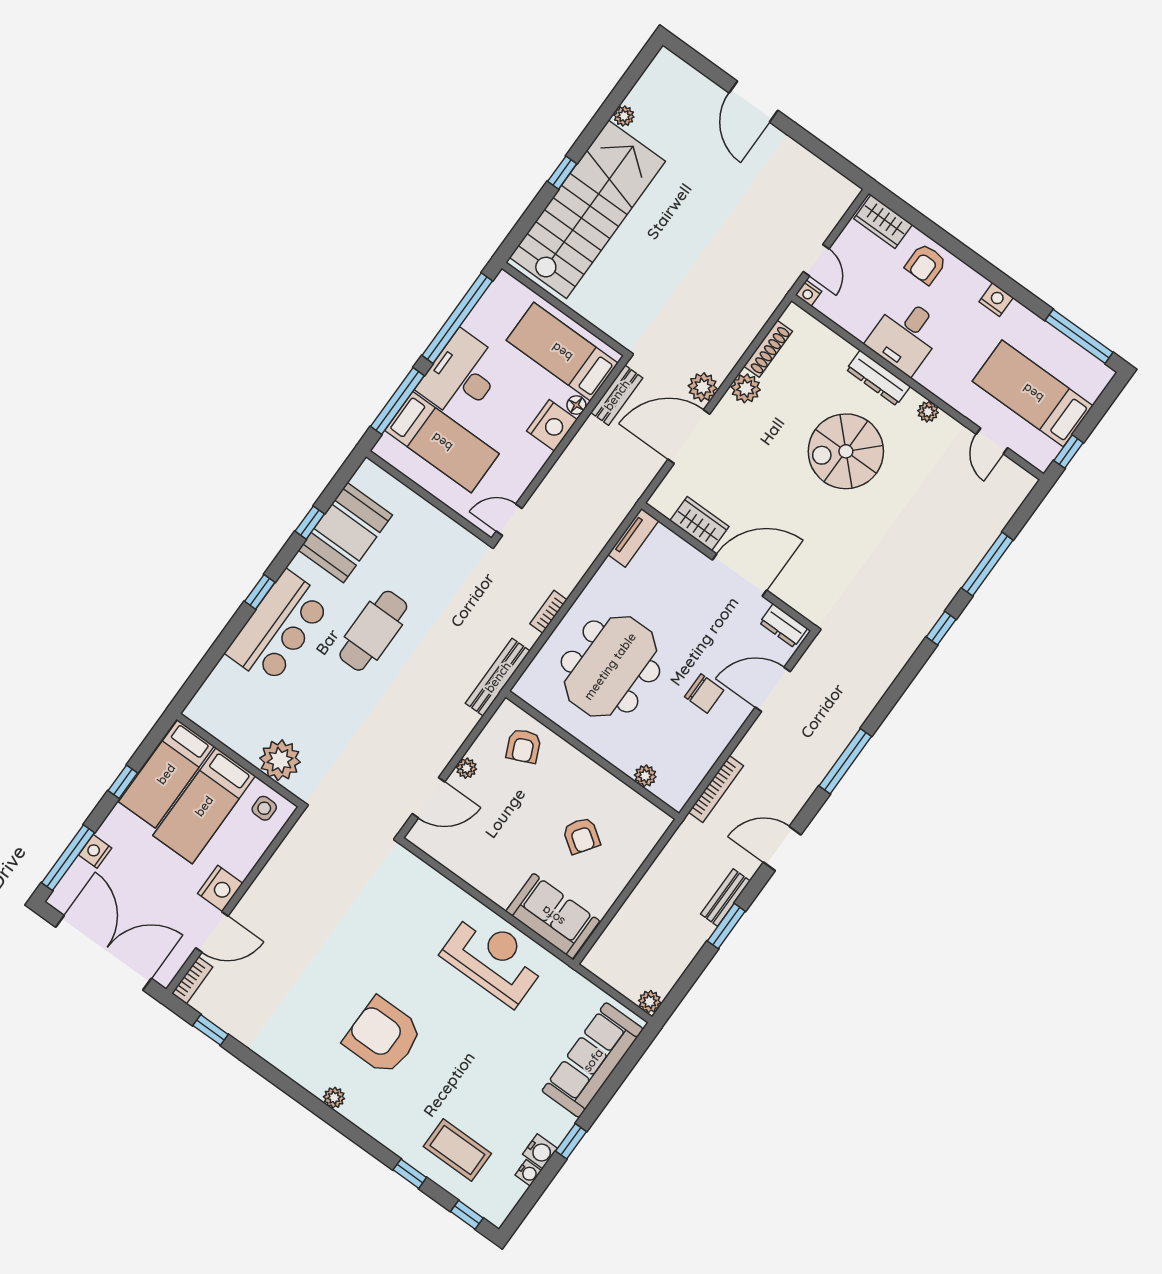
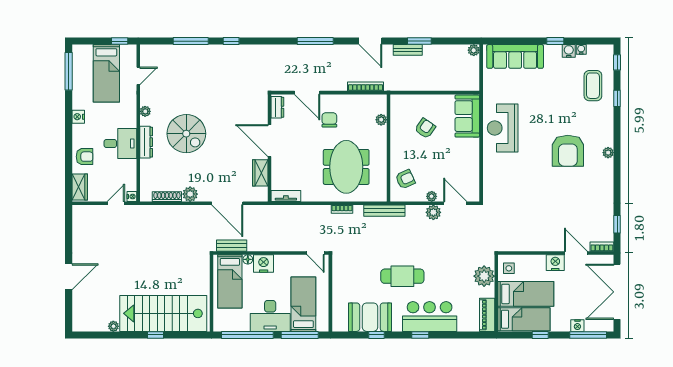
plant: (703, 387) -> (433, 212), moved
meeting table: (610, 666) -> (346, 167), turned 90
piano: (215, 721) -> (487, 315), added

